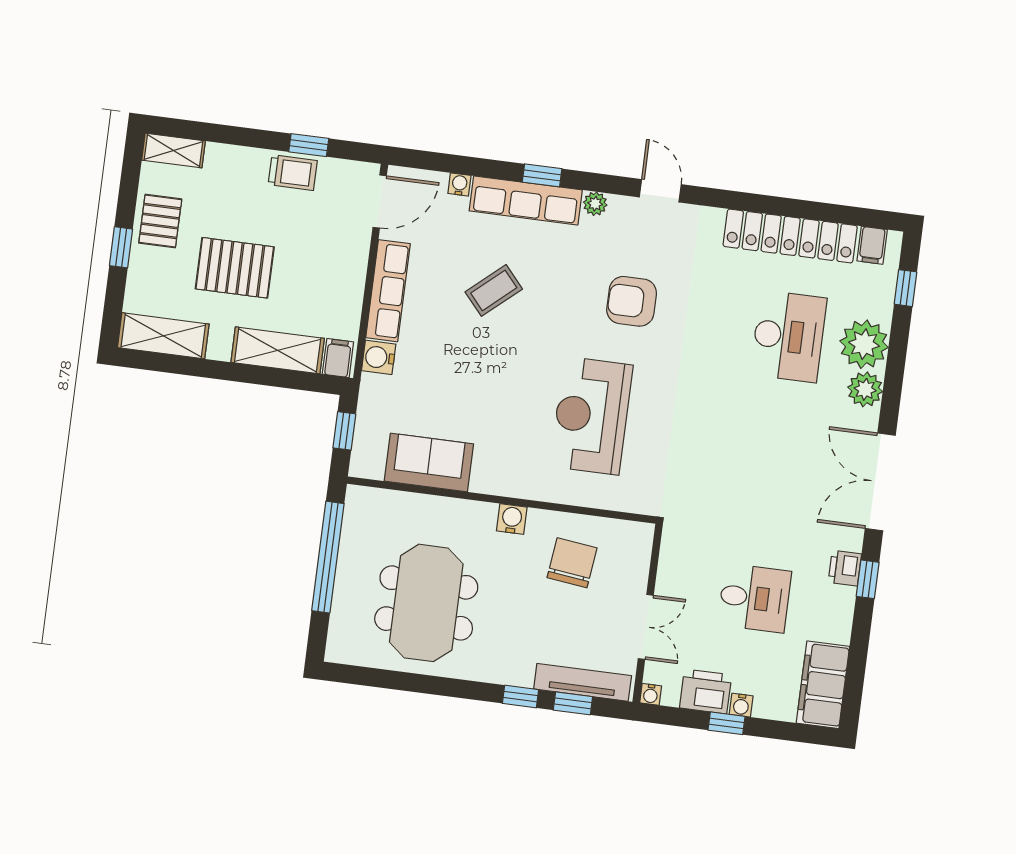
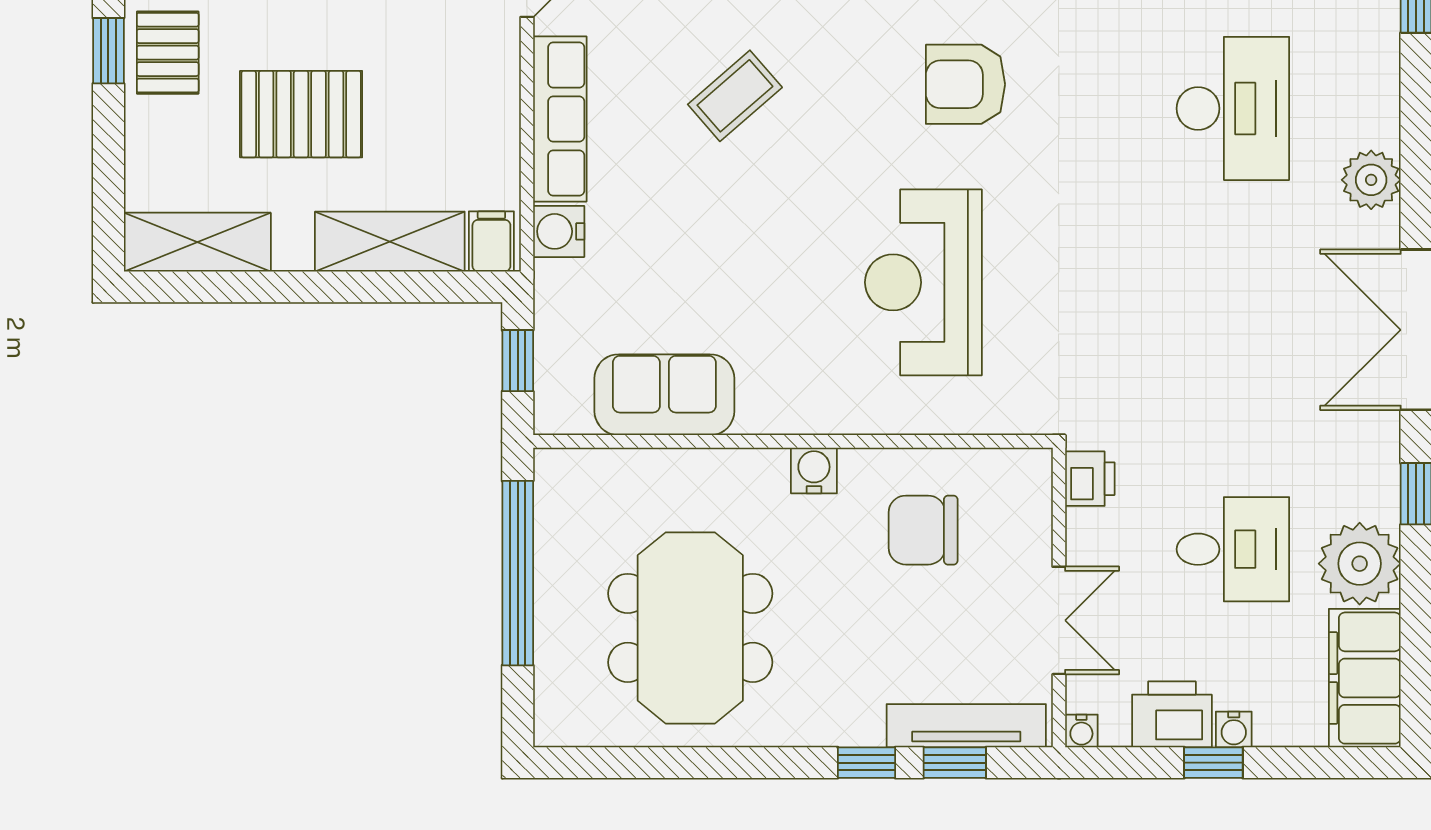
window: (121, 247) -> (108, 51), moved
plant: (864, 344) -> (1360, 564), moved
chair: (572, 563) -> (923, 530), turned -97
printer: (845, 568) -> (1090, 479), moved, turned 180

